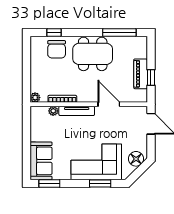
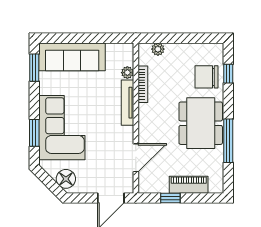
window: (119, 32) -> (228, 141), moved
piano: (141, 74) -> (189, 185), moved
plant: (35, 98) -> (158, 49), moved
door: (109, 104) -> (136, 158), moved
sofa: (41, 161) -> (72, 57), width x1.36

